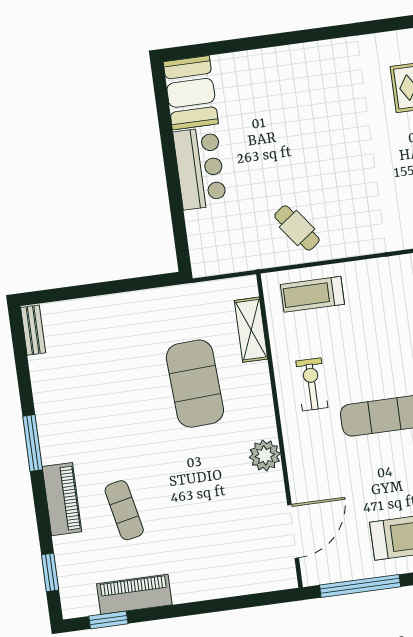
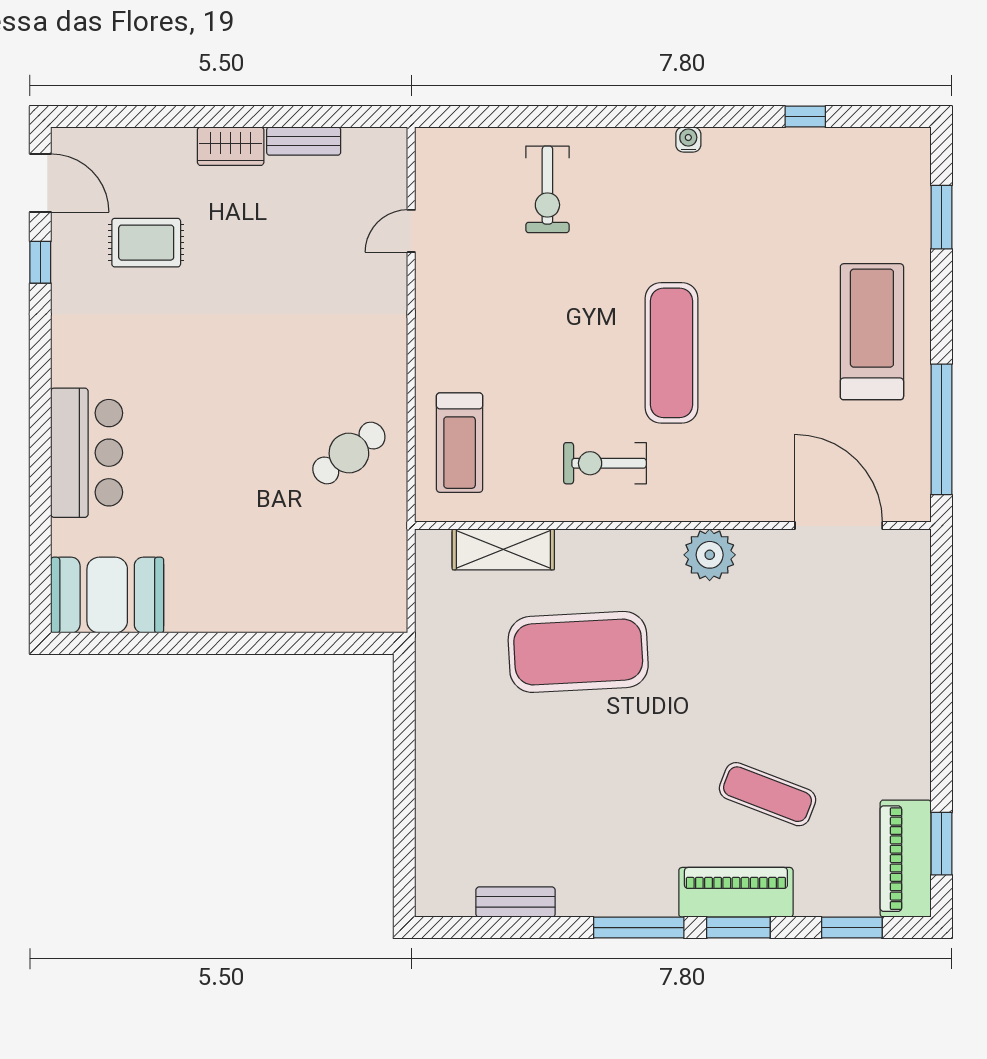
window: (387, 25) -> (40, 262), added
bar counter: (200, 168) -> (87, 453), moved, turned 90
bench: (33, 330) -> (516, 902), moved
window: (41, 504) -> (738, 928), added
exercise mat: (124, 510) -> (768, 794), turned 33
piano: (134, 594) -> (906, 859), moved

